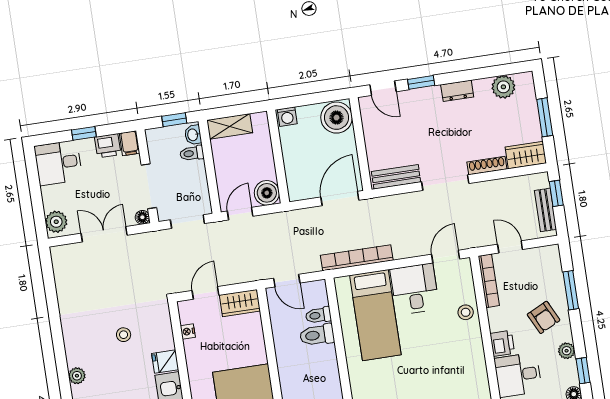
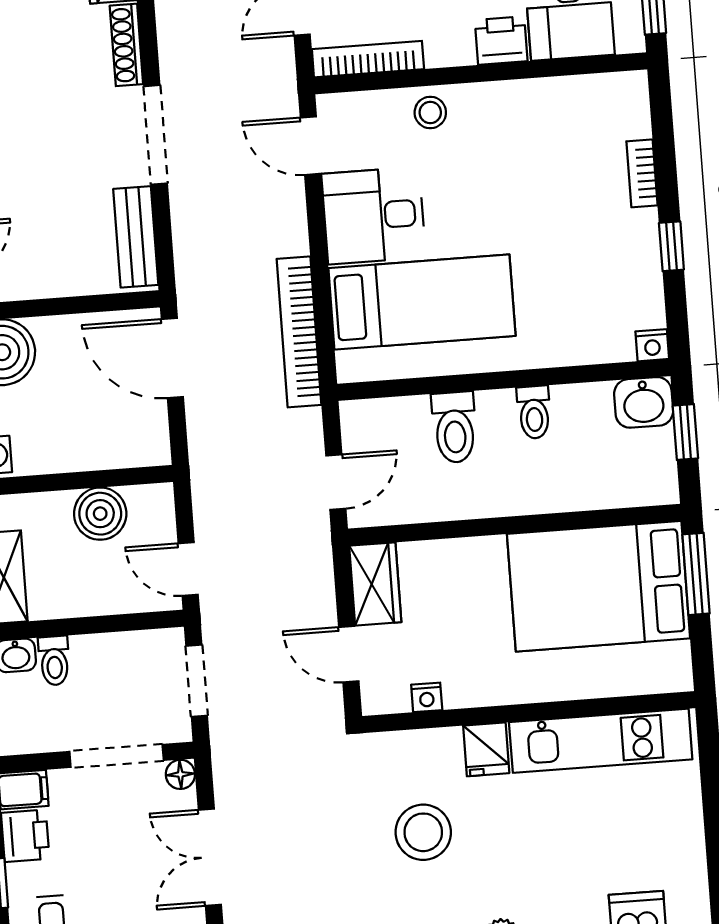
boiler: (267, 193) -> (100, 514), moved
toilet: (318, 315) -> (534, 412), moved
stool: (124, 335) -> (423, 832), width x1.89, depth x1.89

